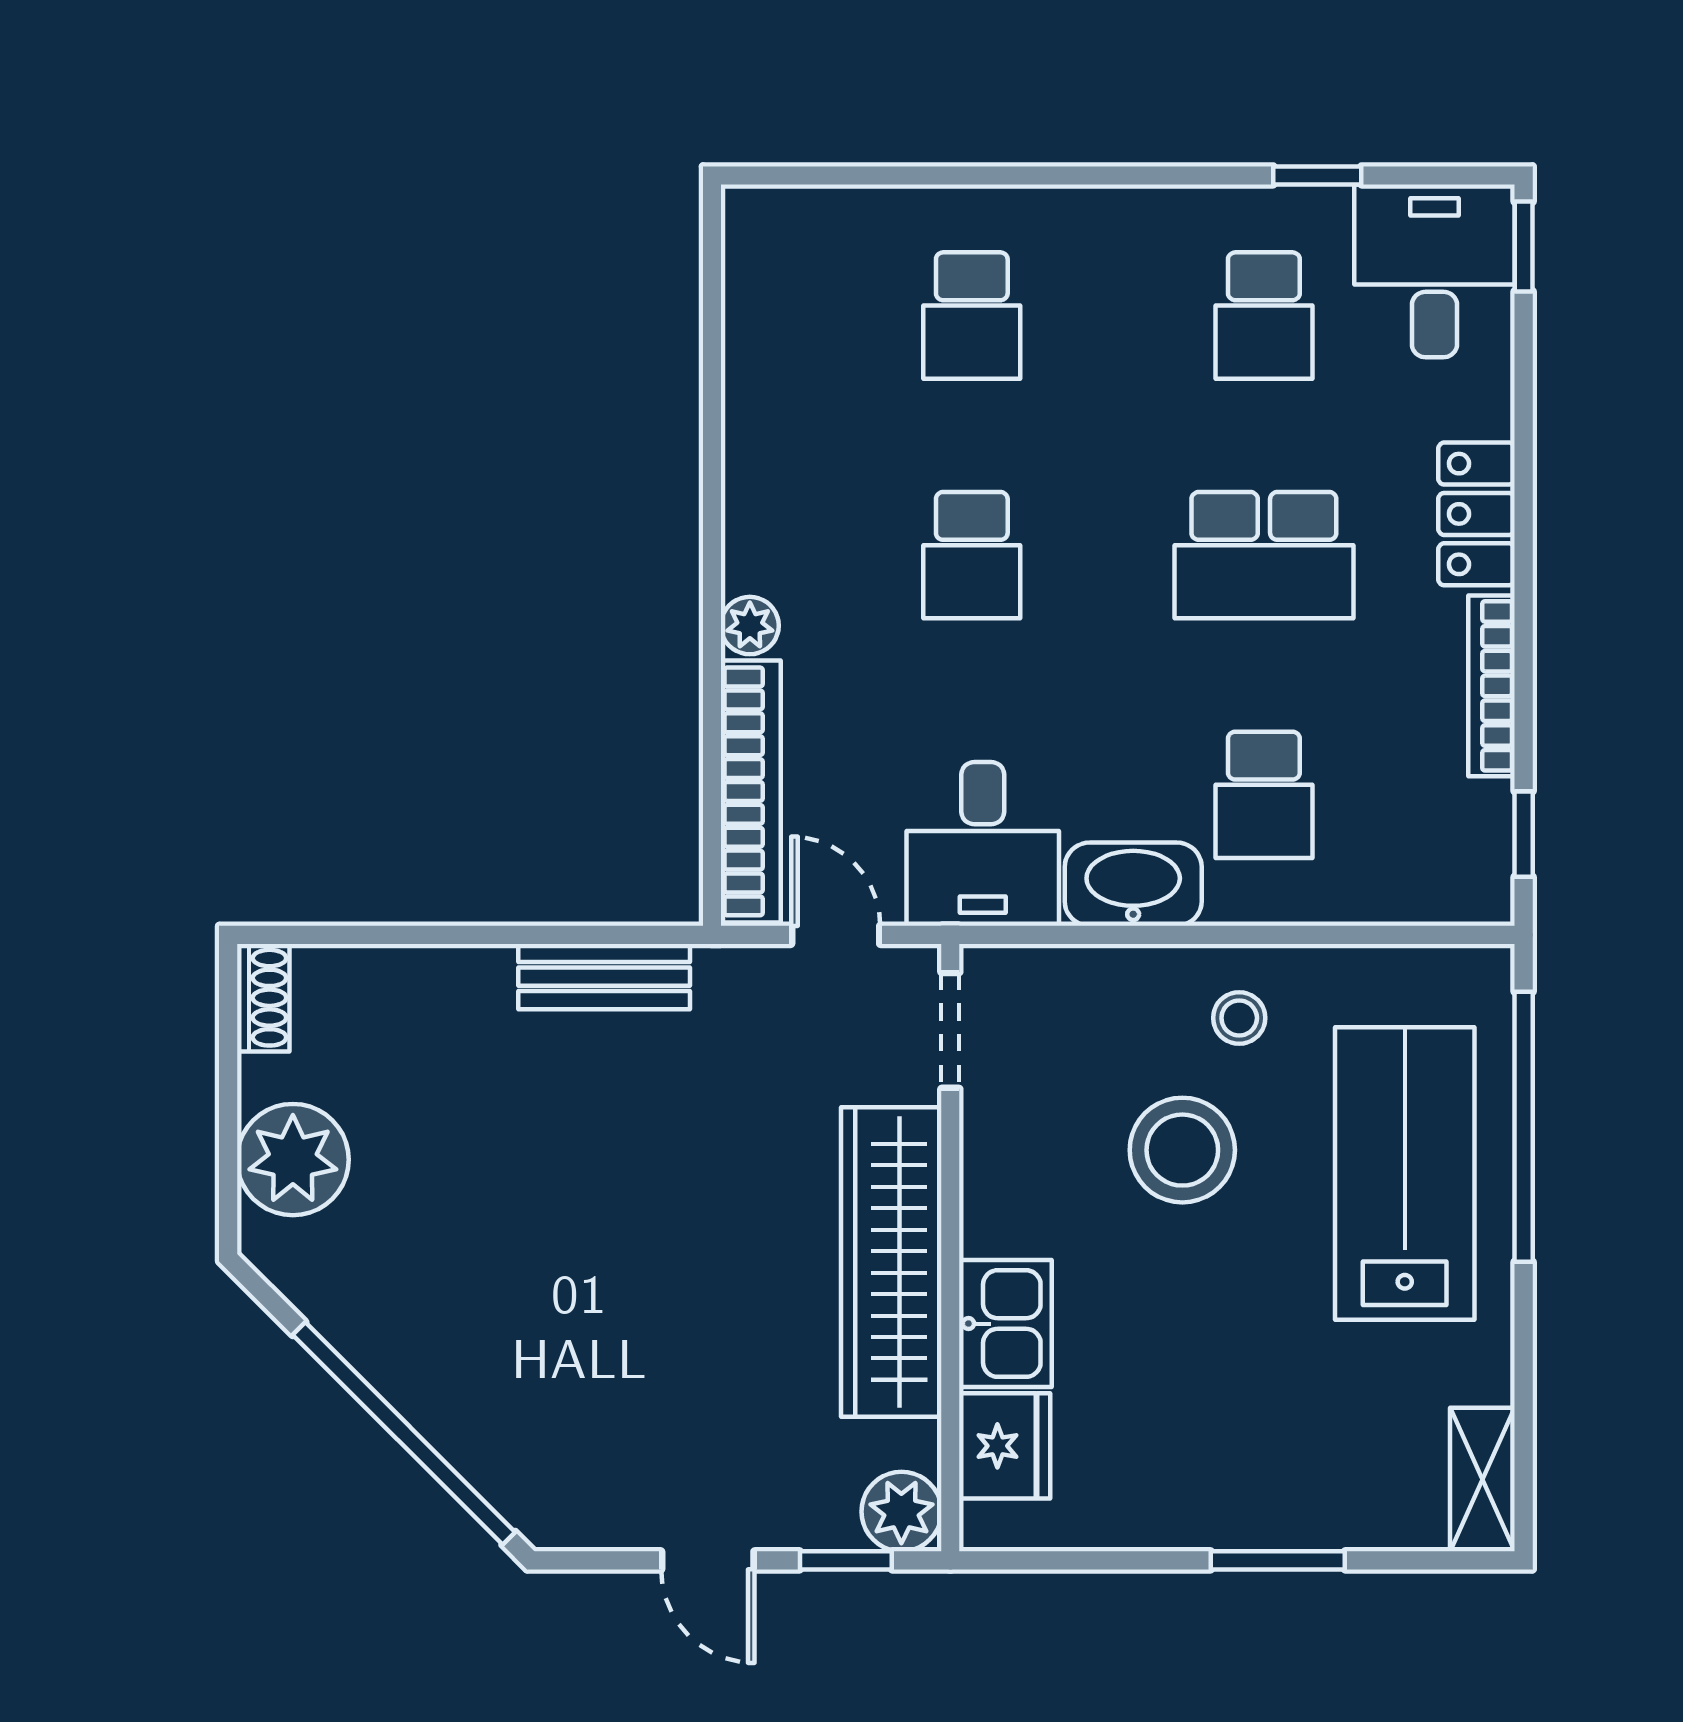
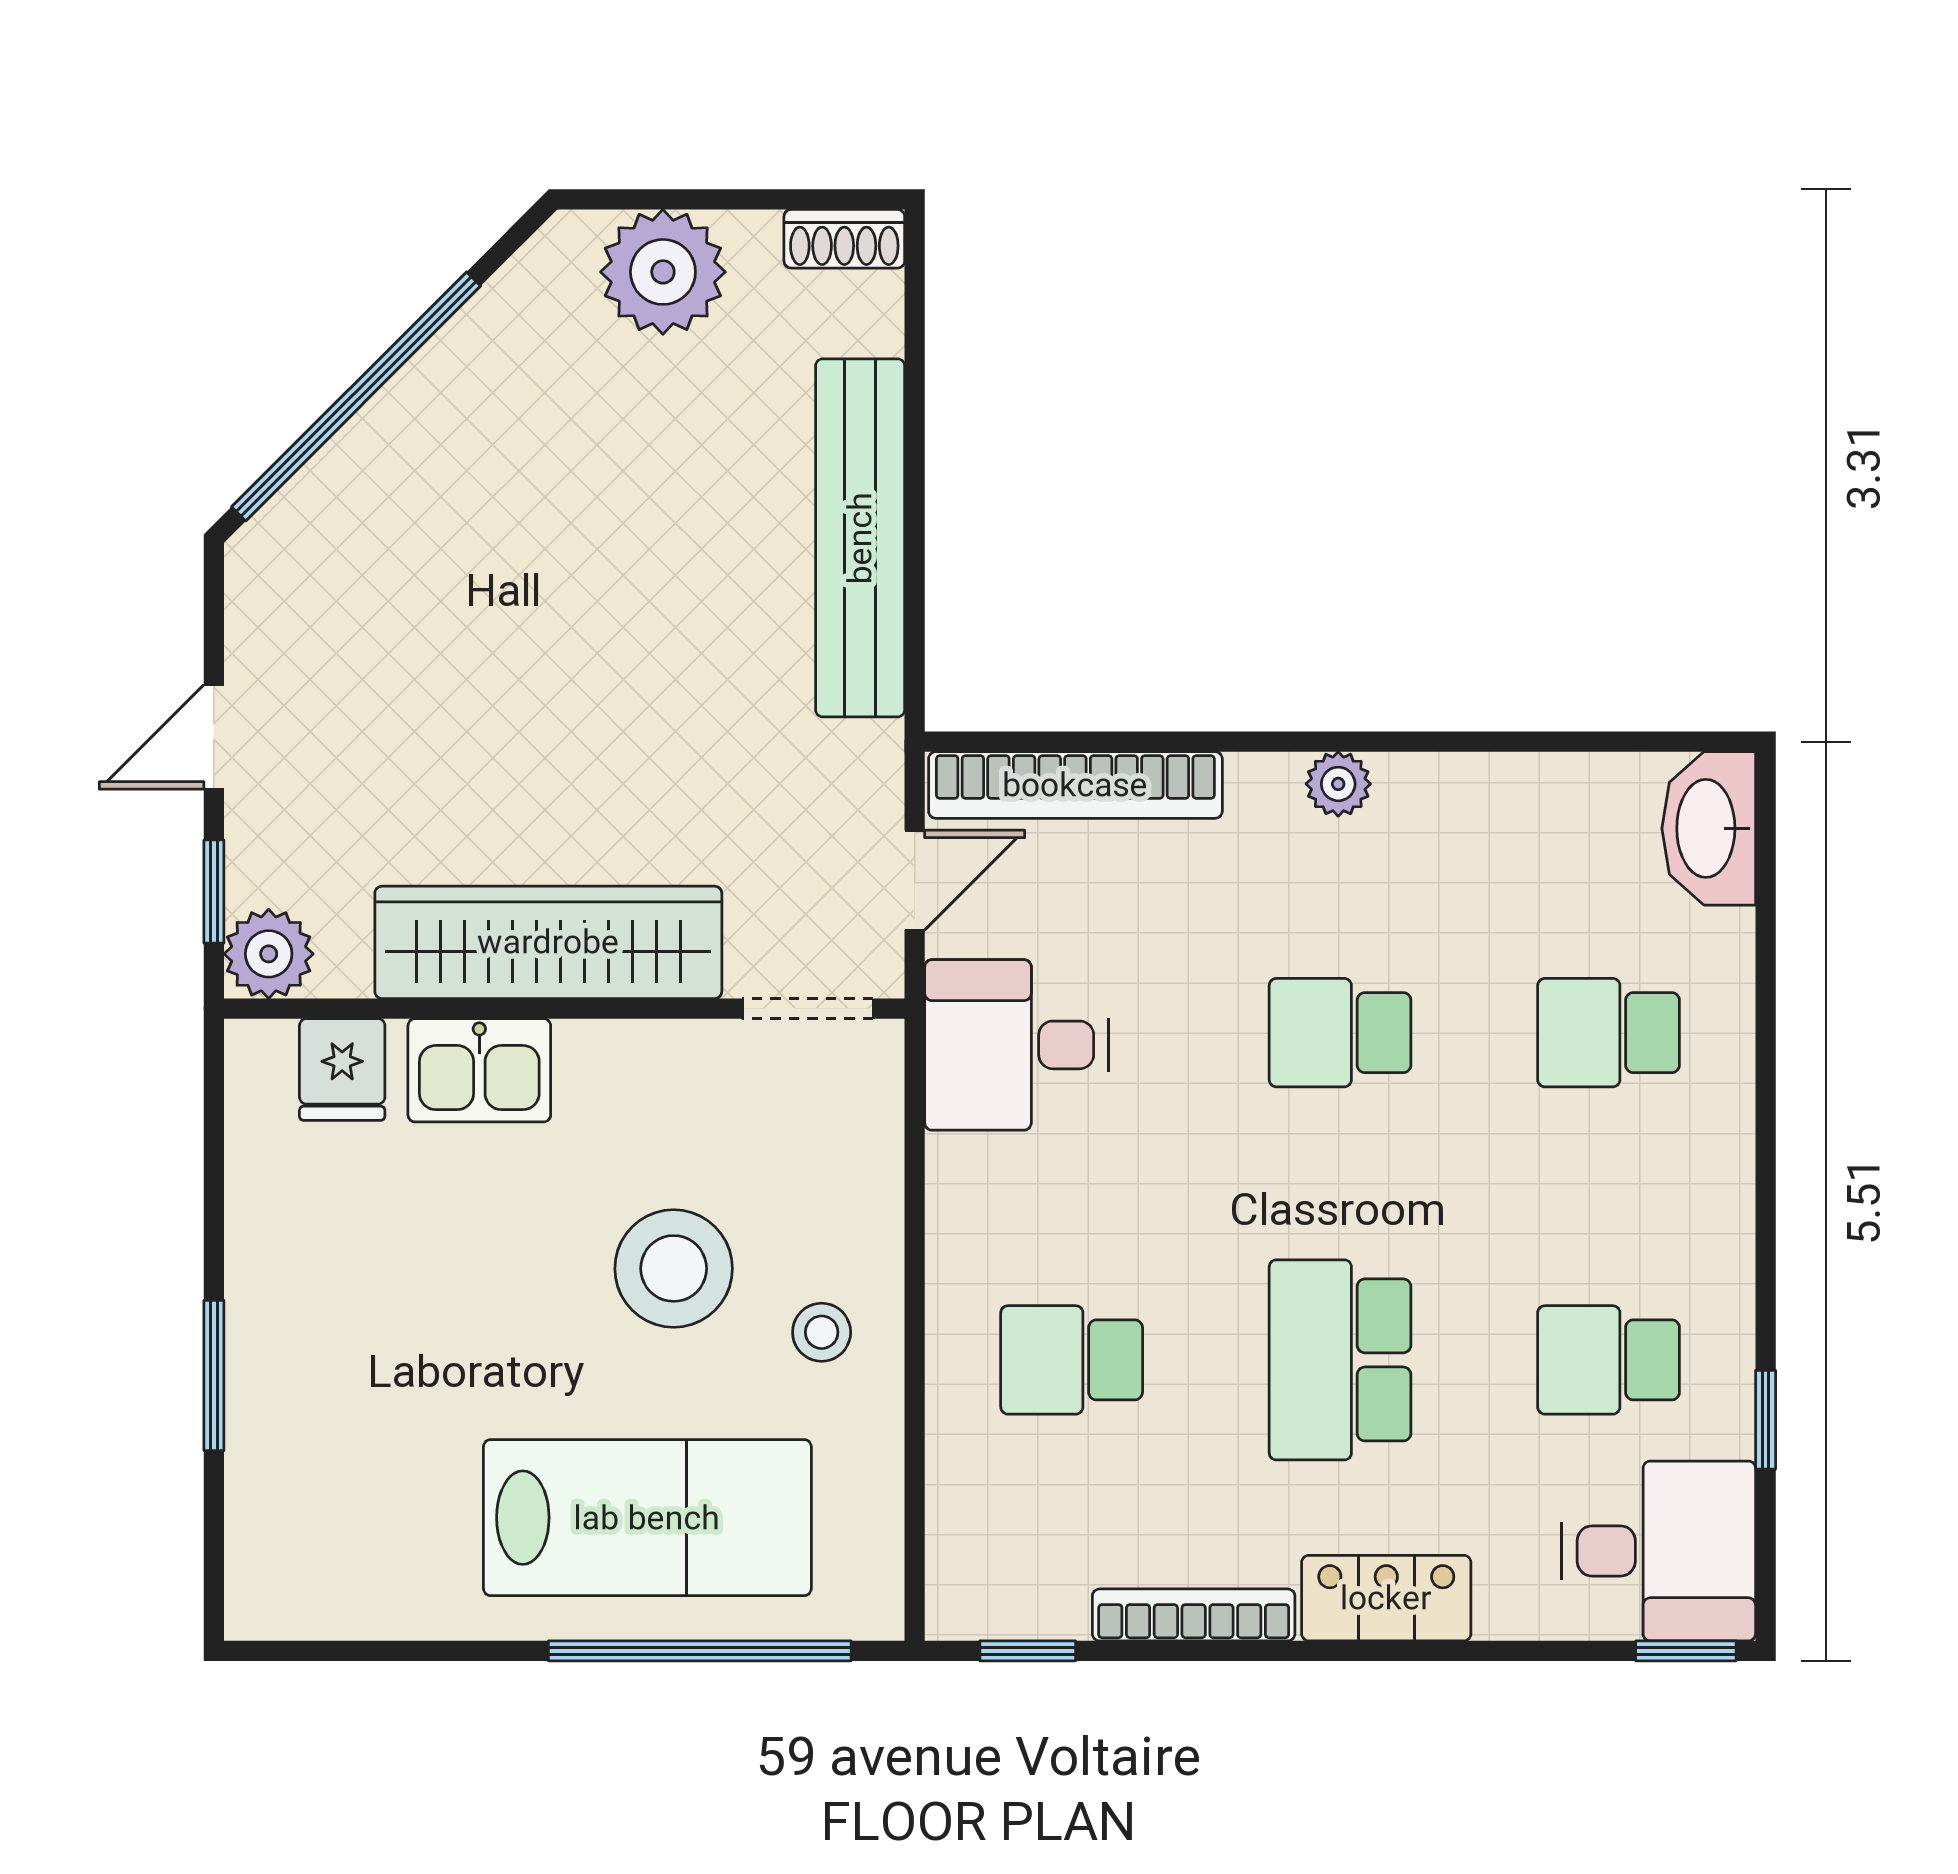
plant: (750, 626) -> (1338, 784), moved
washbasin: (1133, 884) -> (1709, 828), moved, turned 180
bench: (604, 977) -> (860, 538), width x1.86, depth x1.21
fridge: (1005, 1446) -> (342, 1070), width x0.72
shelving: (1482, 1480) -> (304, 1605), removed

